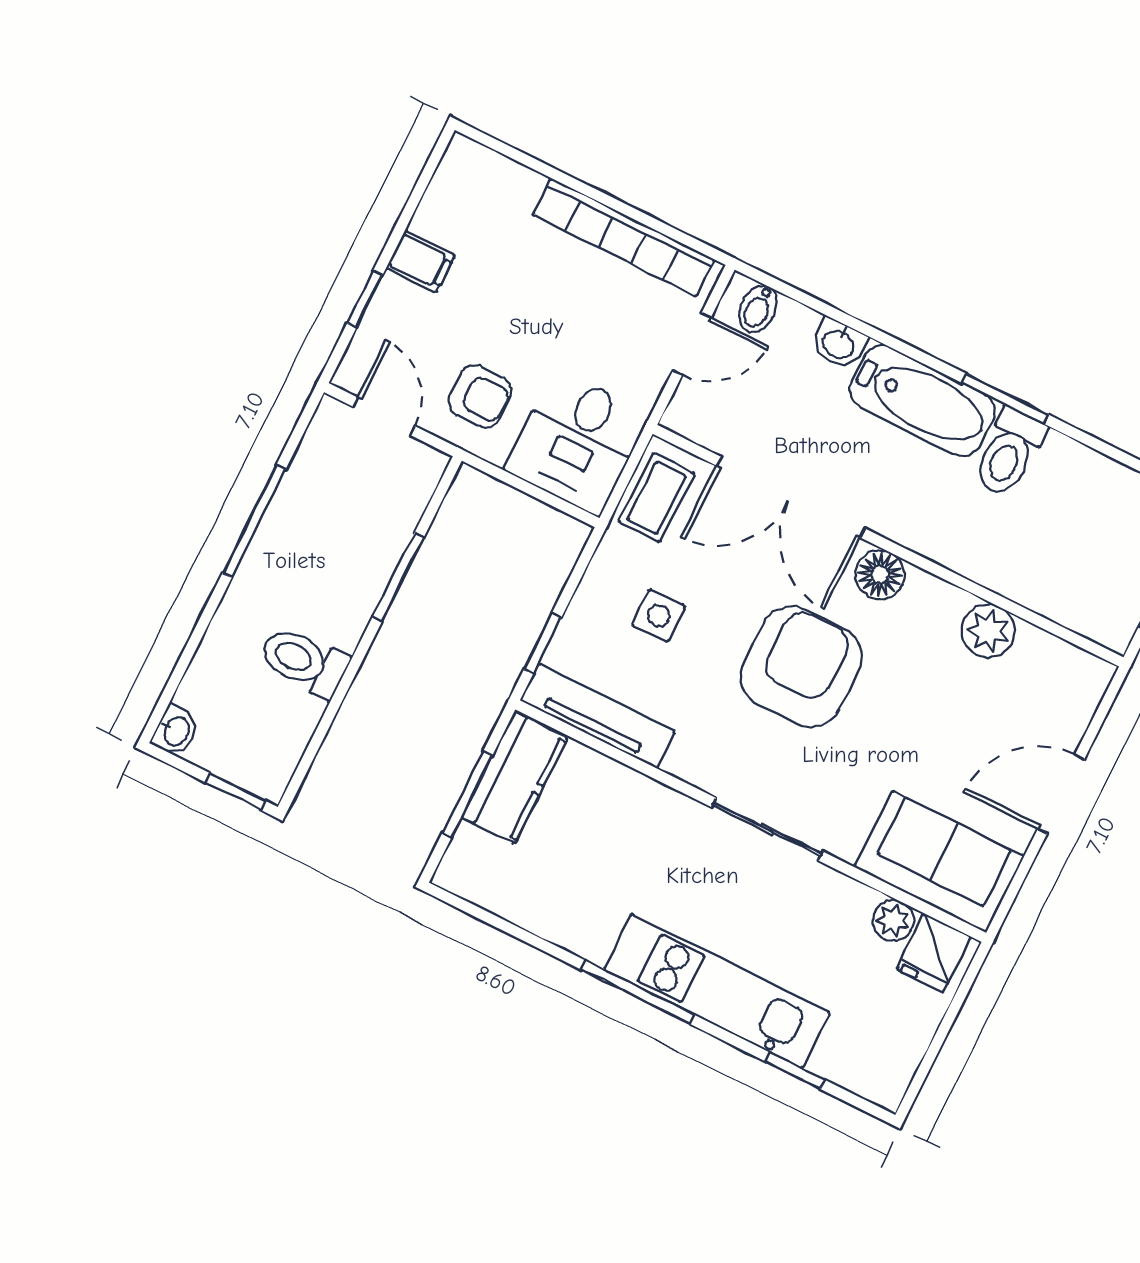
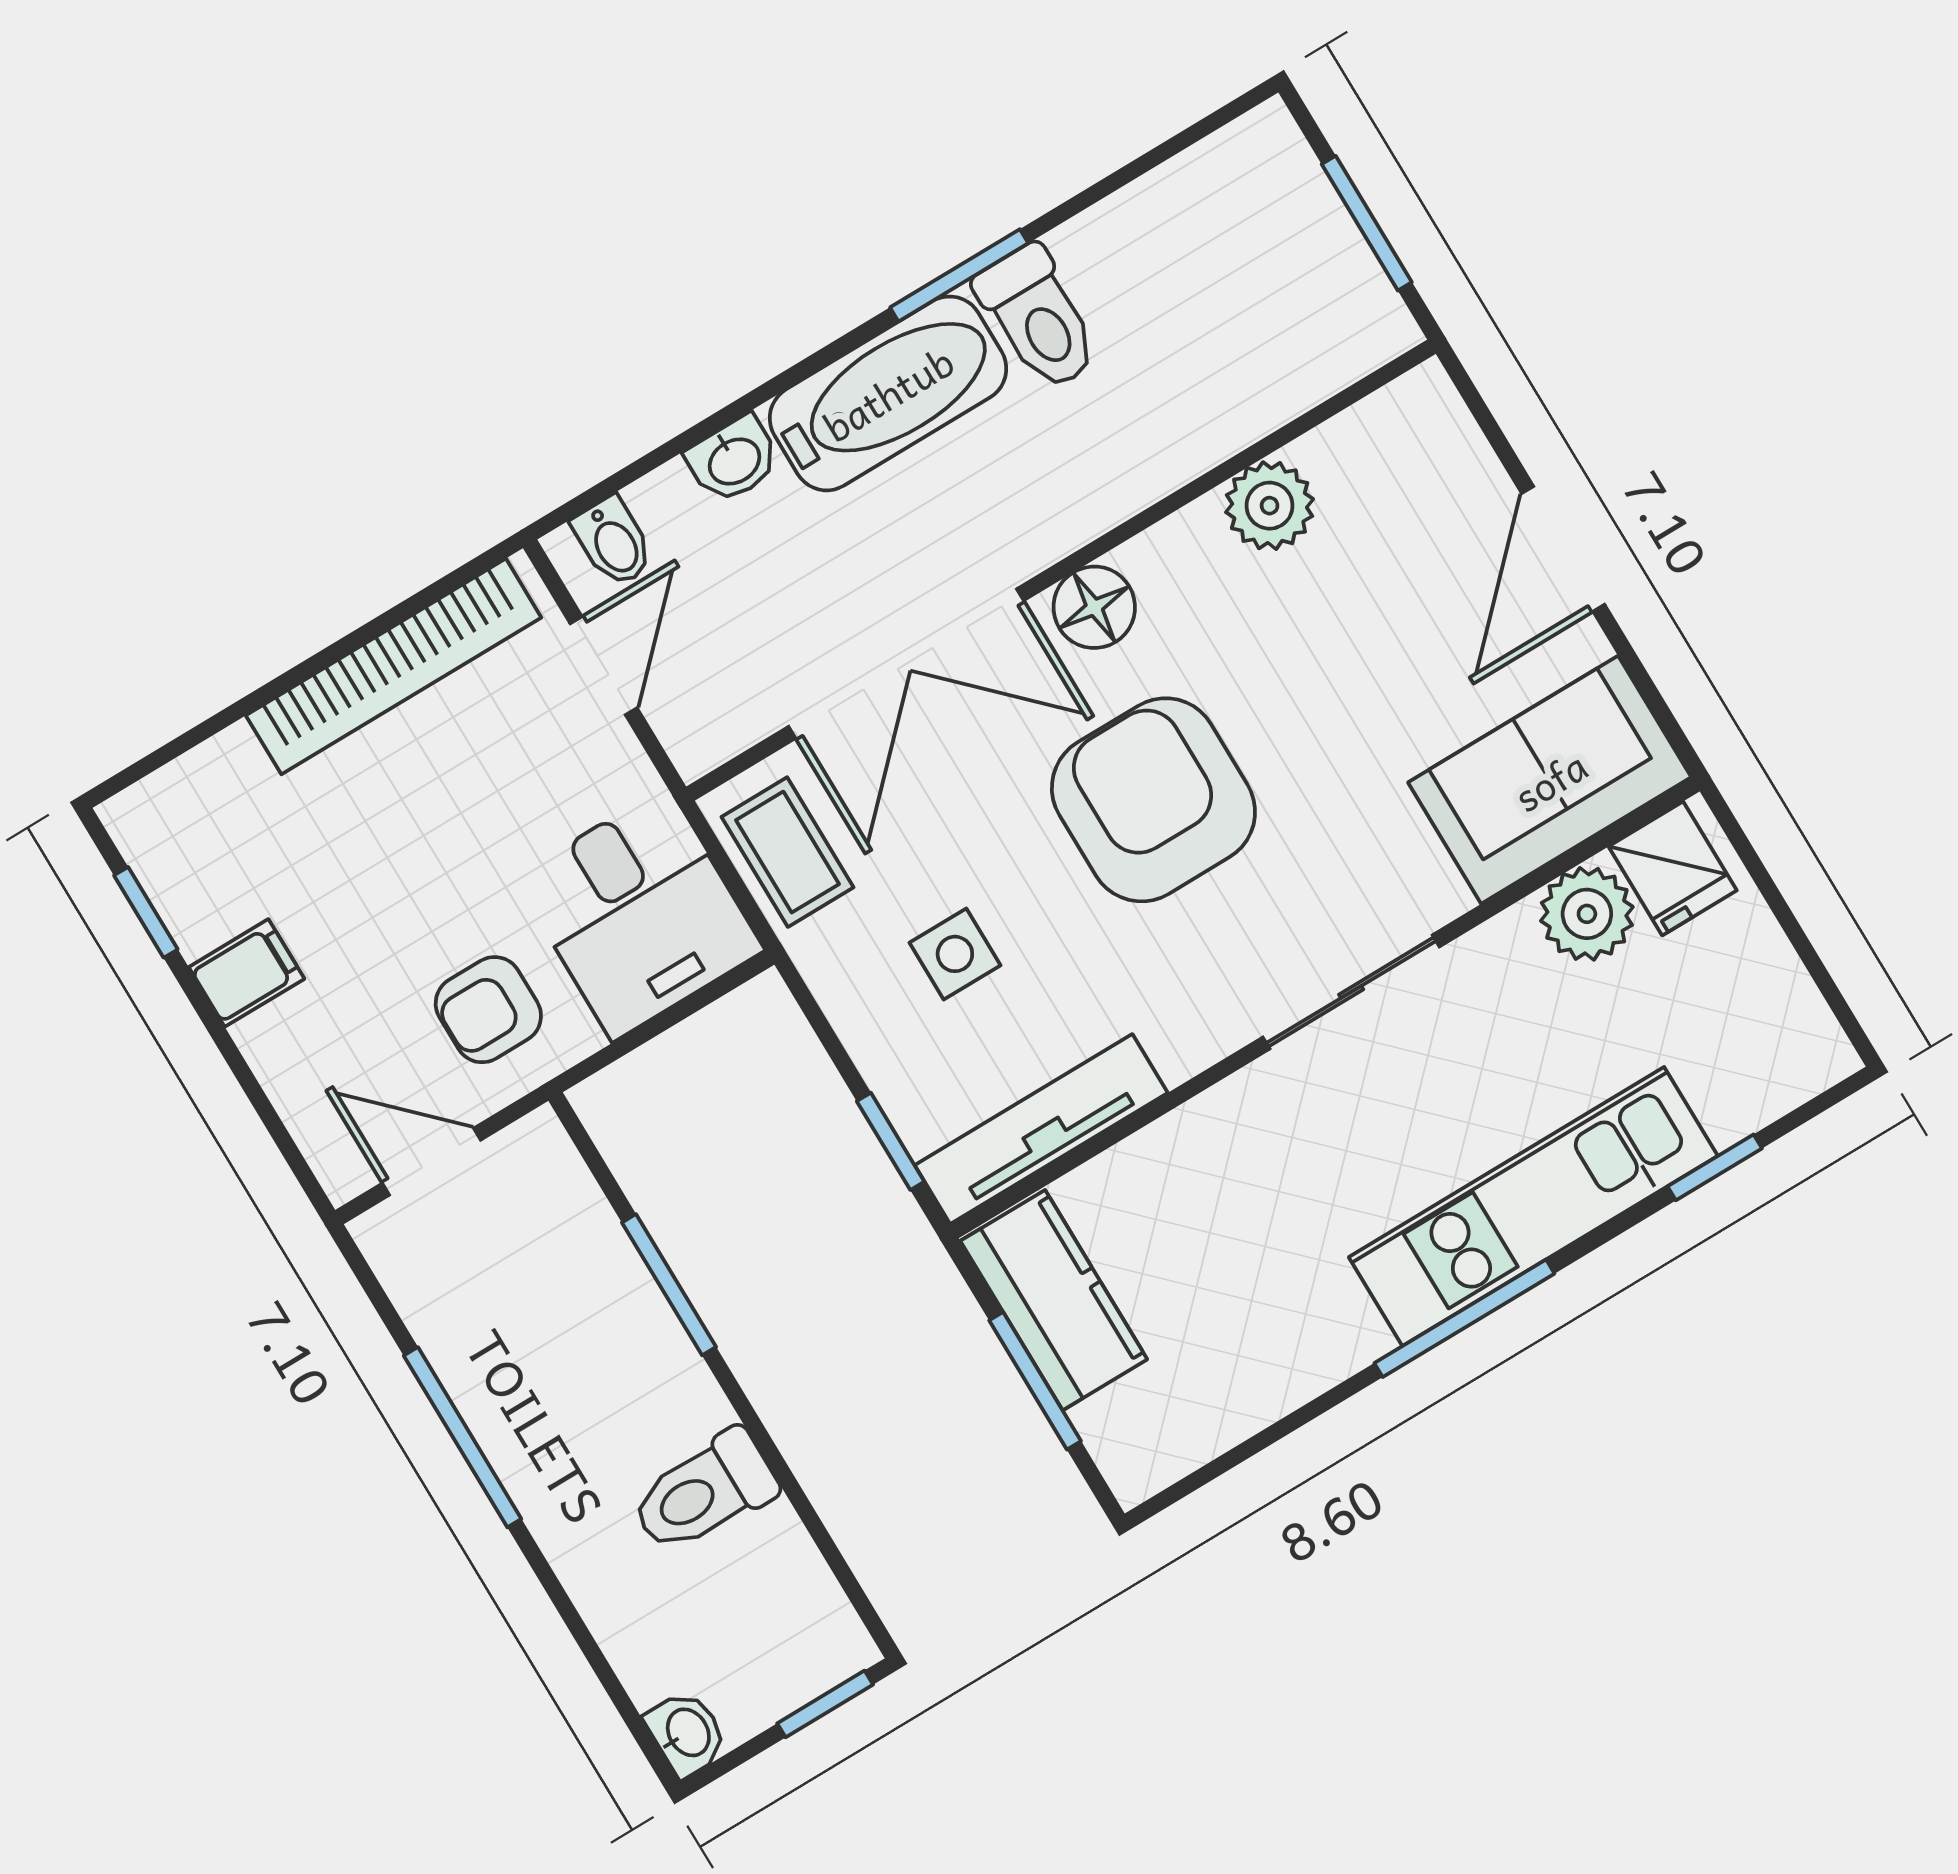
window: (365, 299) -> (146, 912), moved
armchair: (480, 396) -> (488, 1010), turned 180
plant: (893, 921) -> (1587, 914), width x1.38, depth x1.38

